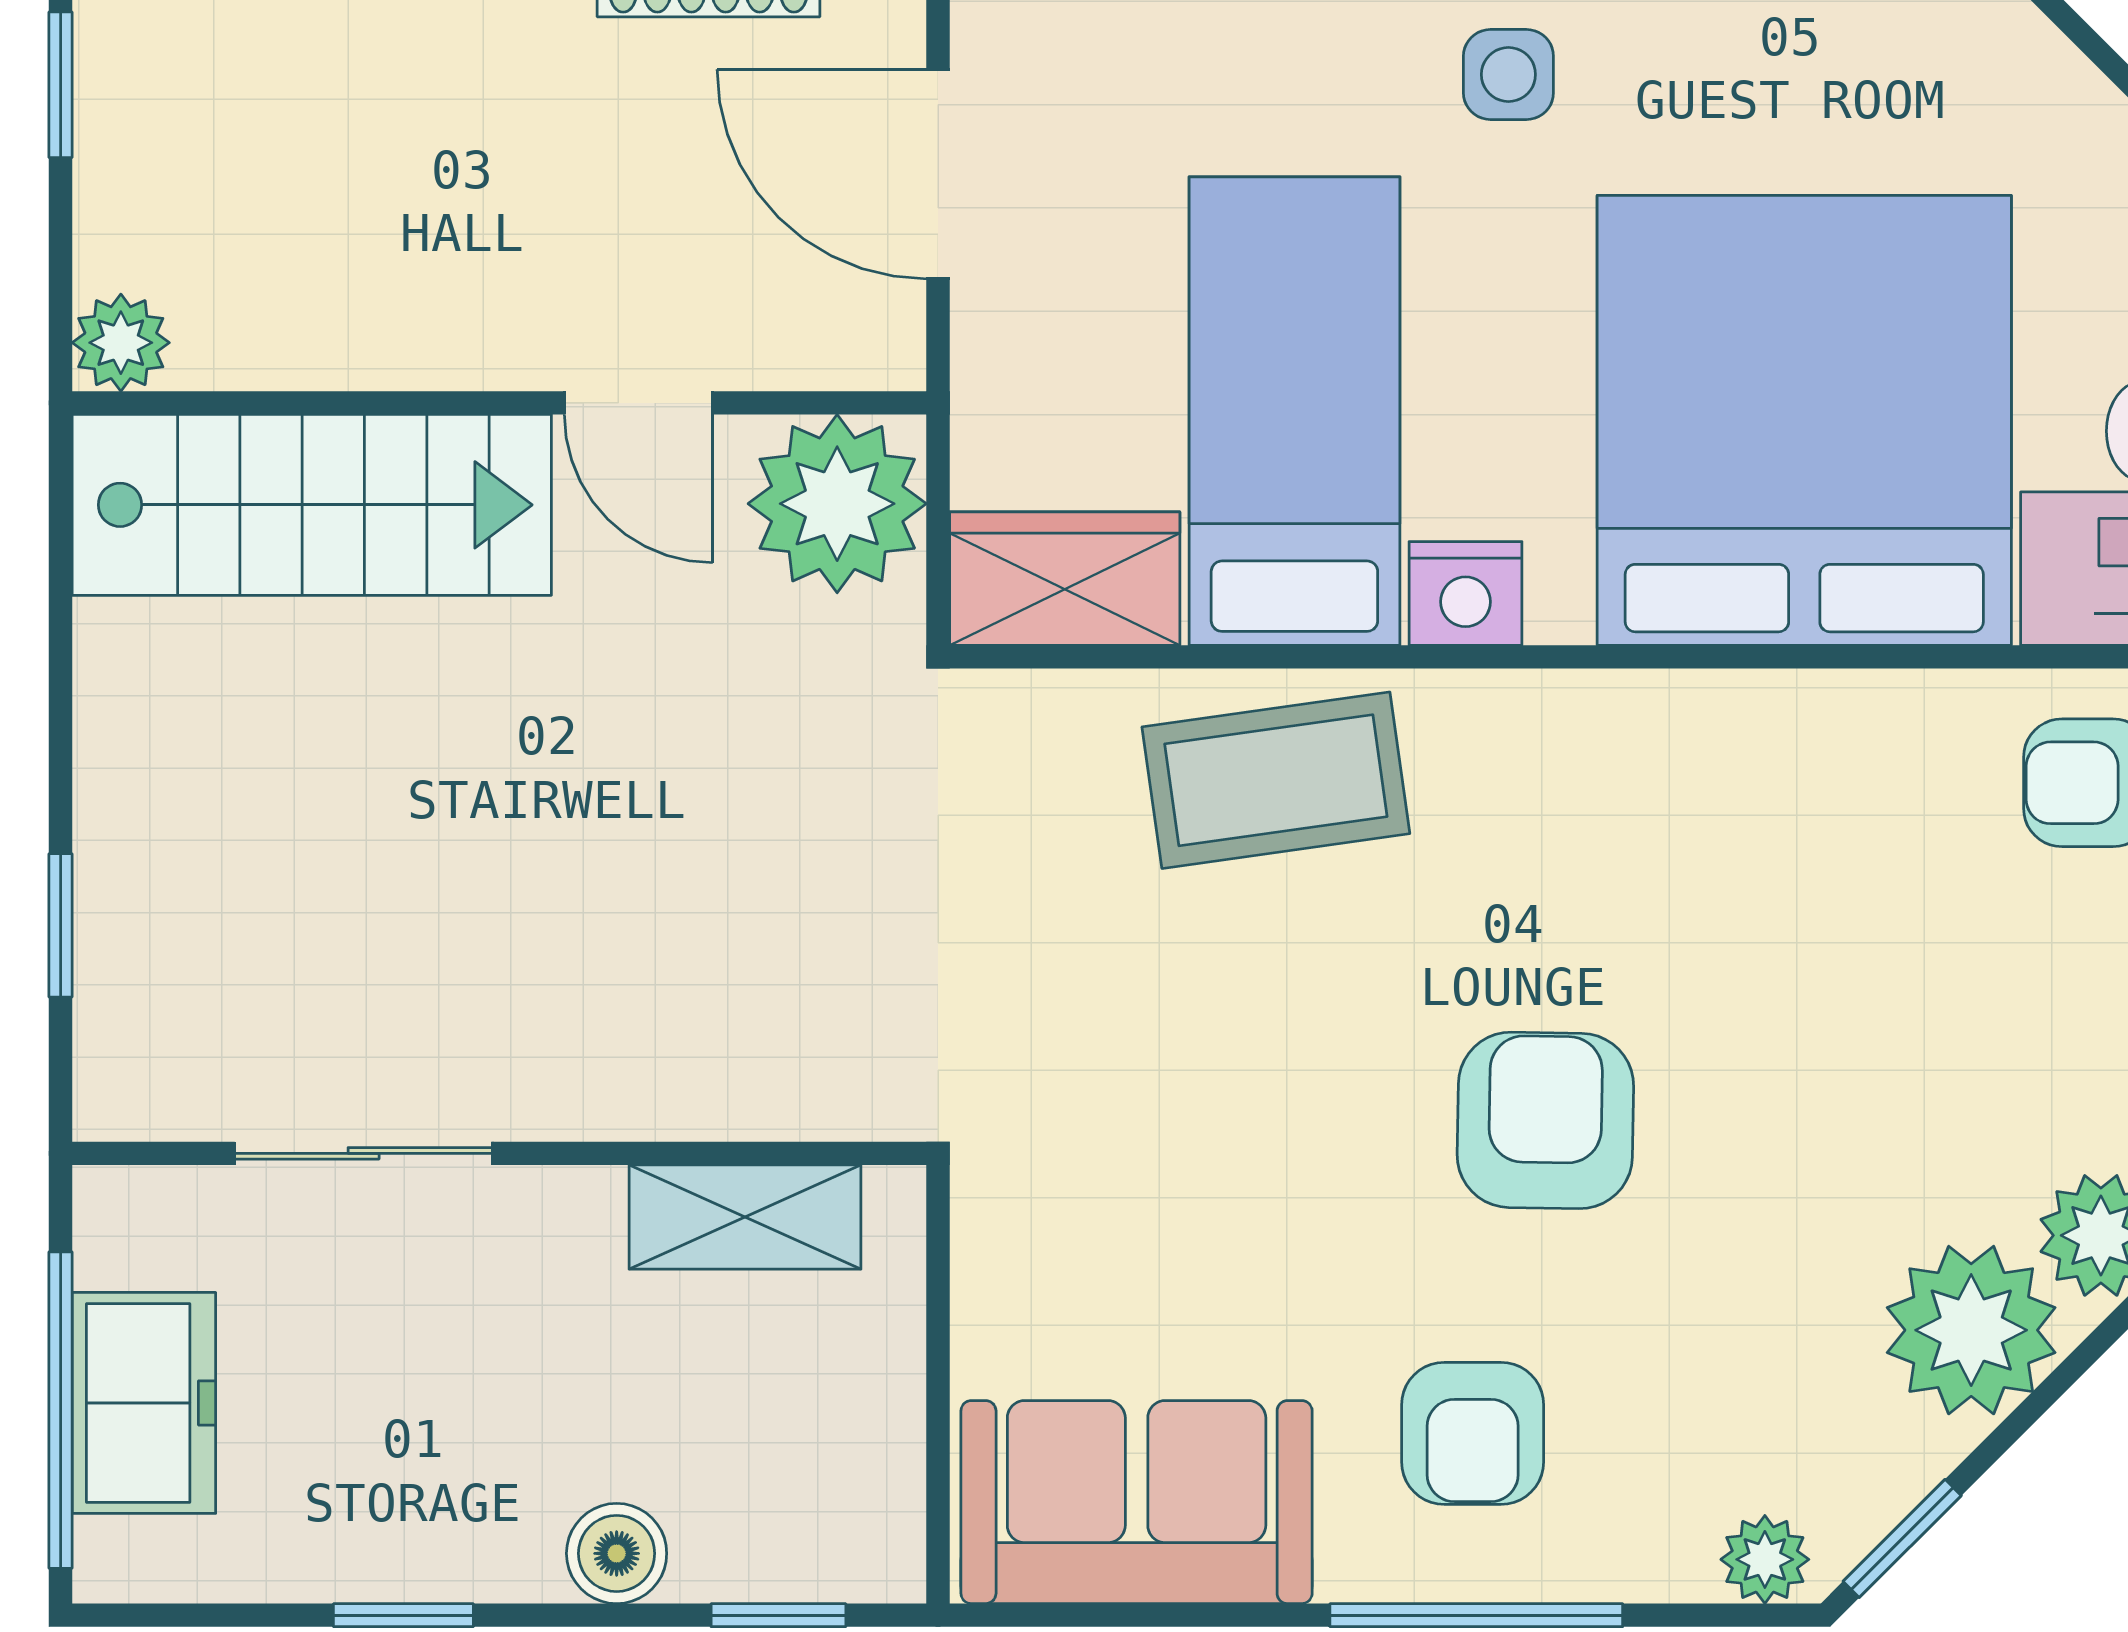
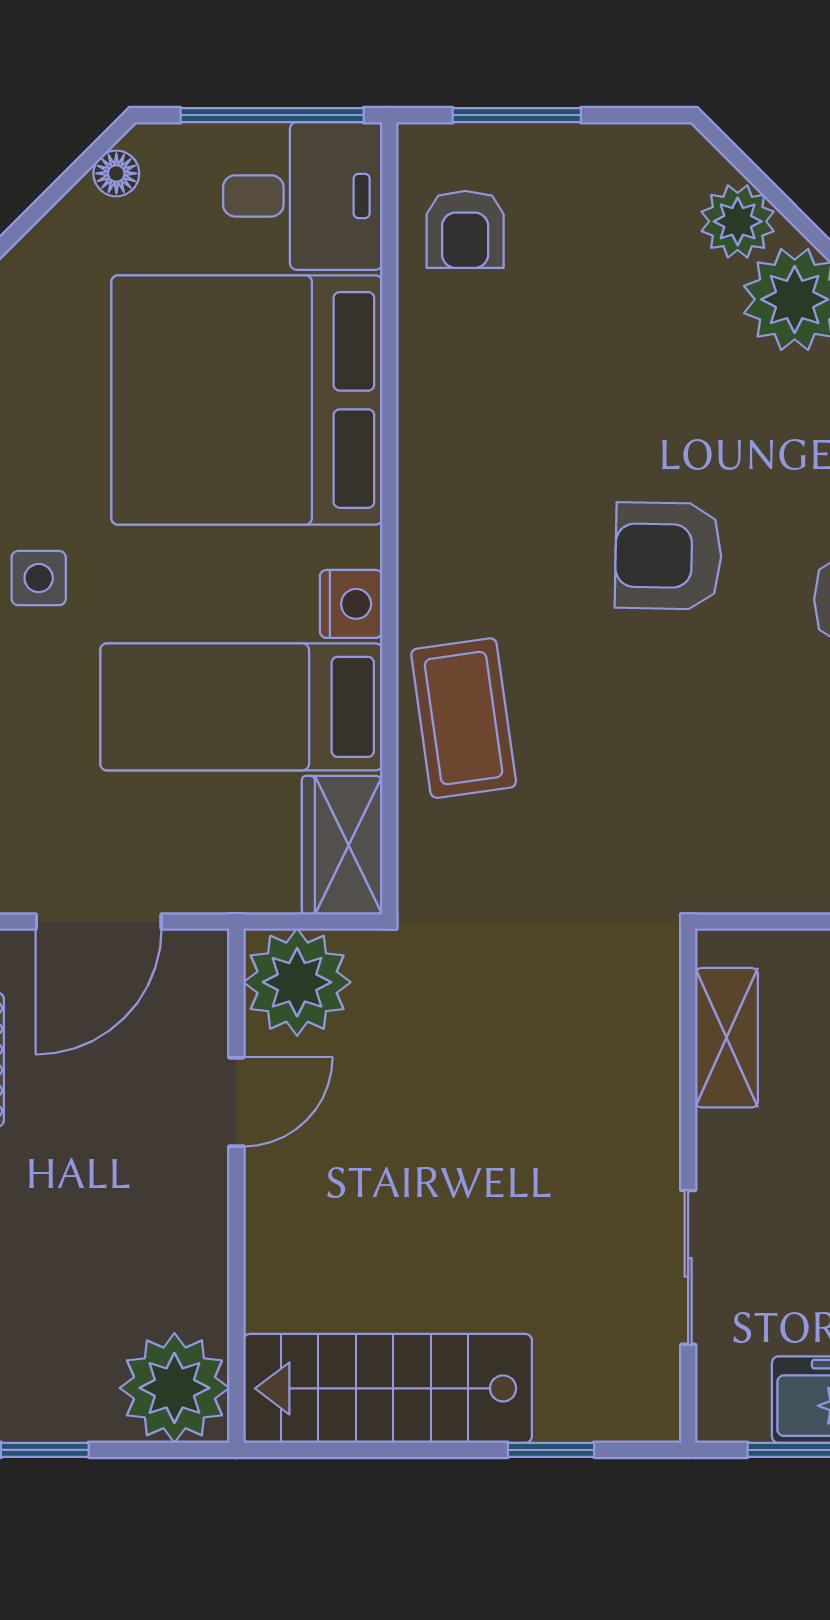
plant: (121, 343) -> (174, 1388), width x1.87, depth x1.87
stairs: (312, 505) -> (388, 1388), moved, turned -90

